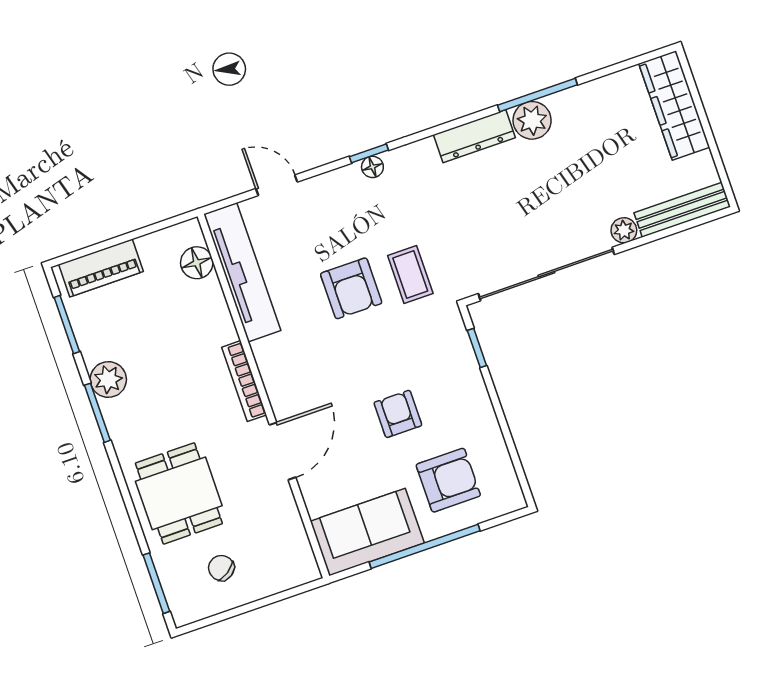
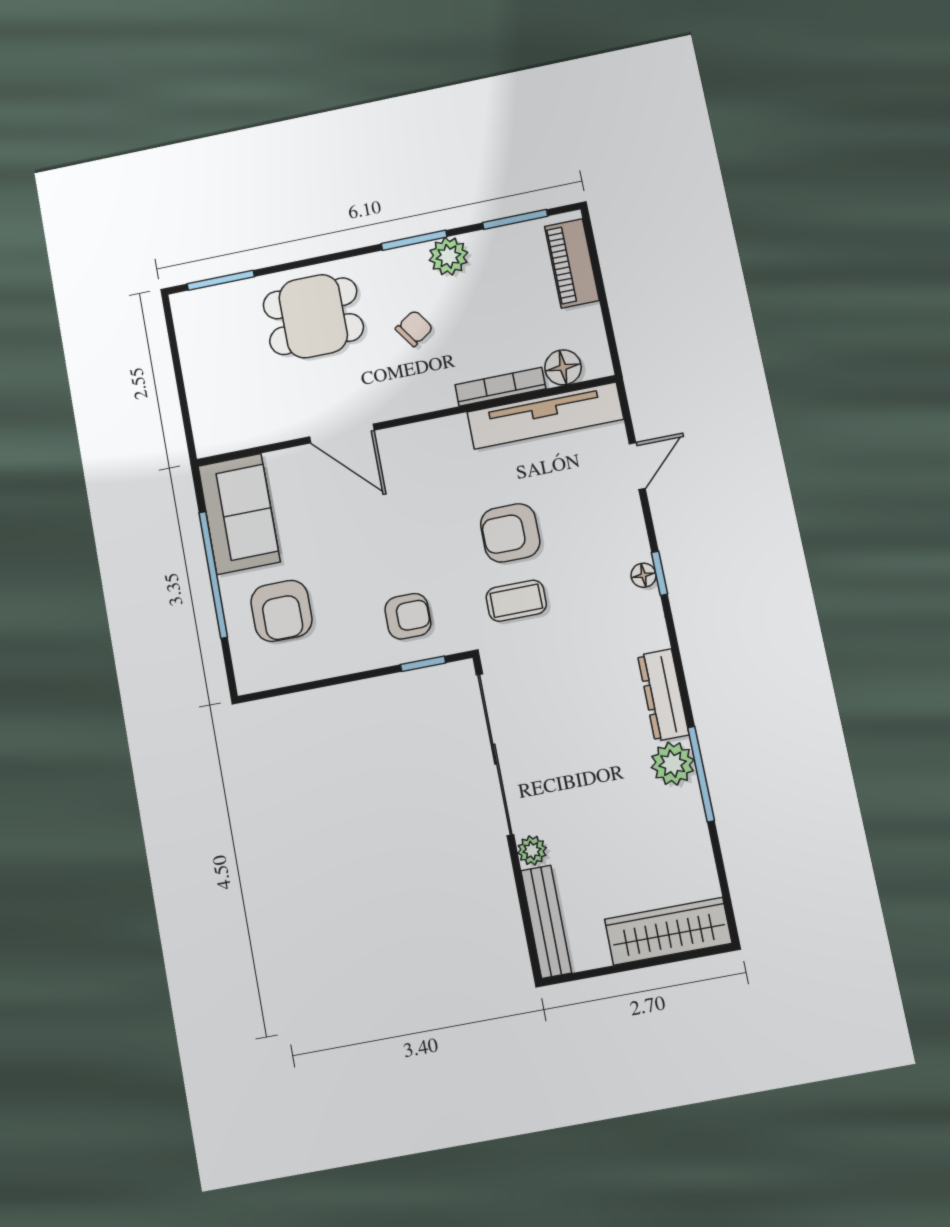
bookcase: (244, 381) -> (500, 387), moved
armchair: (398, 414) -> (408, 616), moved
chair: (221, 568) -> (414, 328), moved

